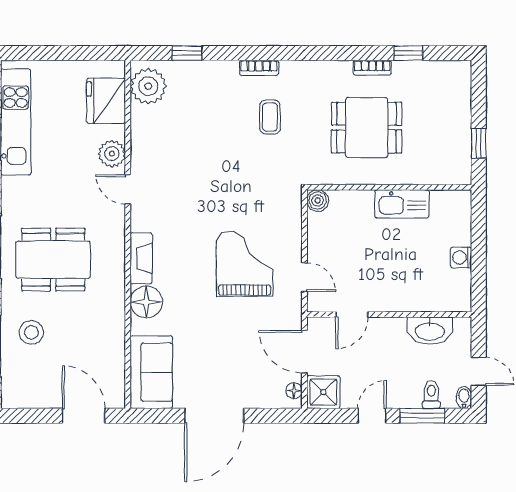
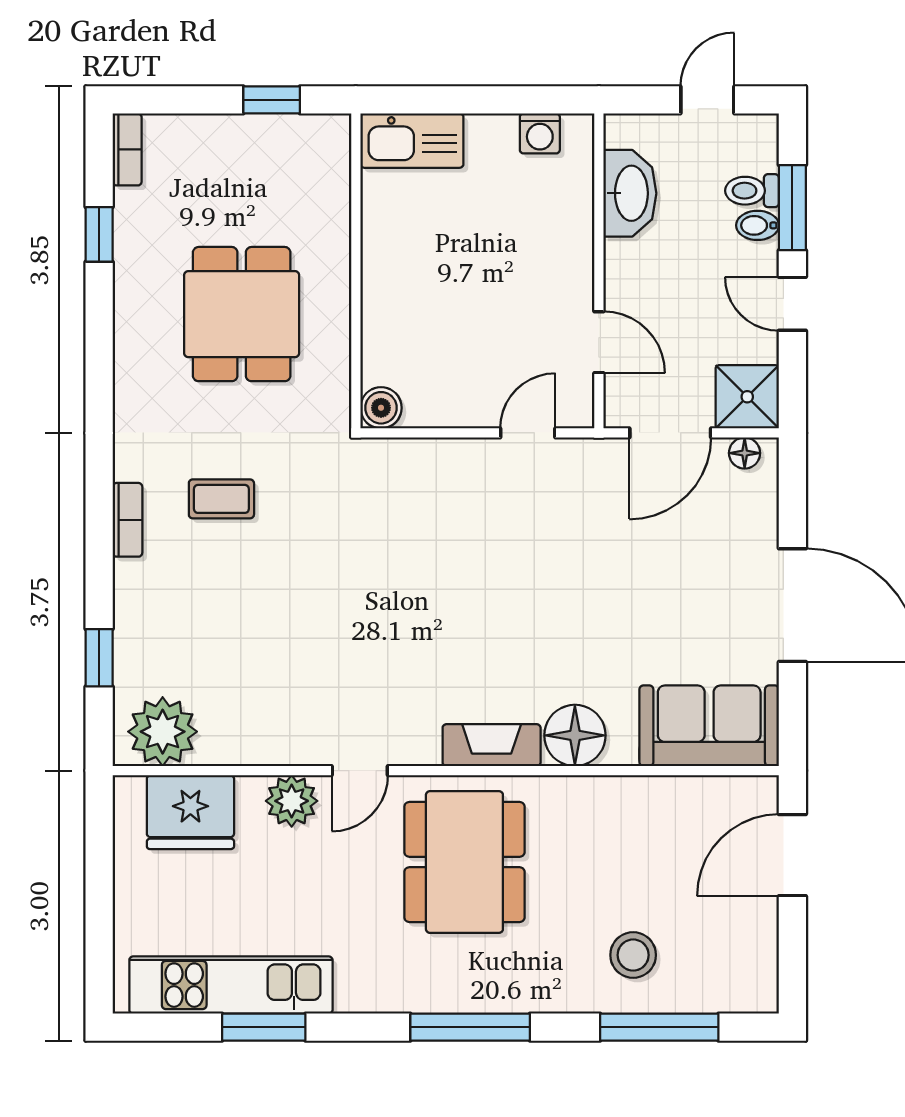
bookcase: (372, 68) -> (127, 149), moved
kitchen sink: (402, 204) -> (412, 141), moved, turned 90
washing machine: (461, 258) -> (540, 133), moved
dining table: (53, 260) -> (464, 862), moved
grand piano: (245, 264) -> (502, 547), removed
bidet: (464, 397) -> (757, 225), moved

